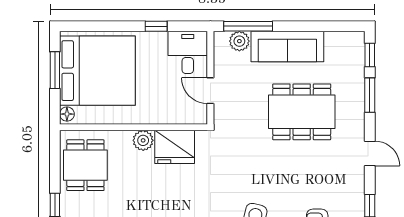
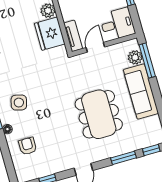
tv unit: (187, 116) -> (73, 36), added

